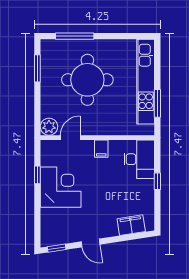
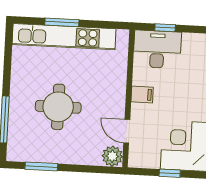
round table: (87, 80) -> (58, 107), width x0.73, depth x0.73
window: (157, 103) -> (62, 22), moved
window: (157, 181) -> (165, 28), moved

